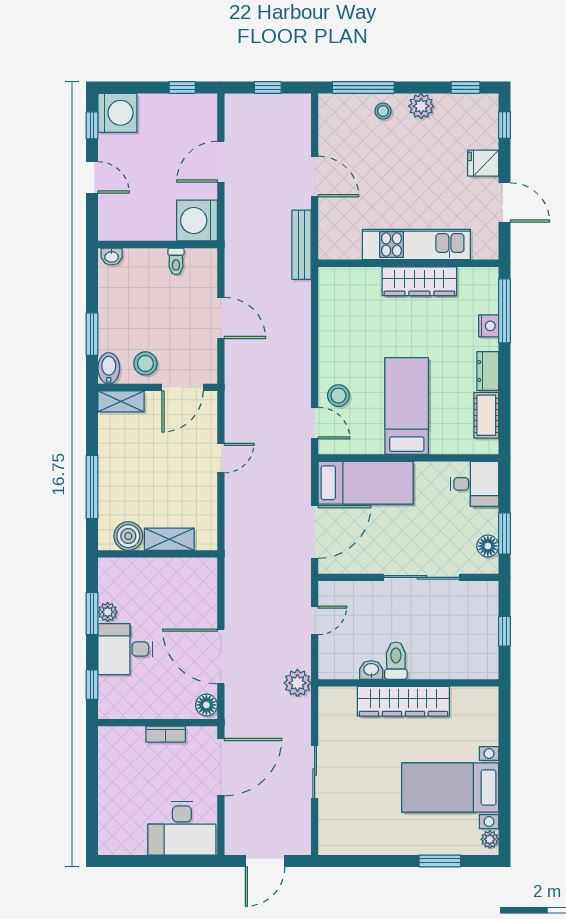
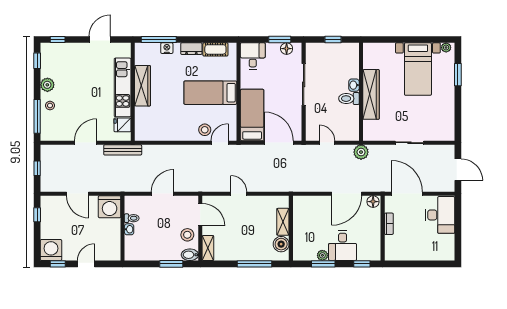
fridge: (483, 163) -> (122, 125), moved, turned 90
washbasin: (112, 256) -> (129, 229), moved
washbasin: (371, 670) -> (354, 85), moved

